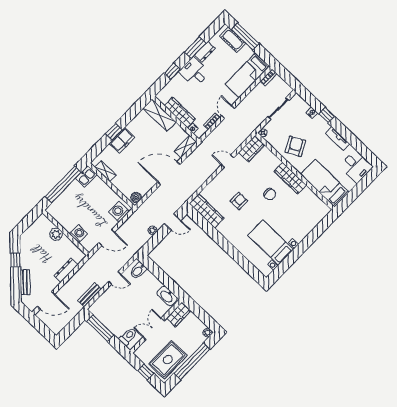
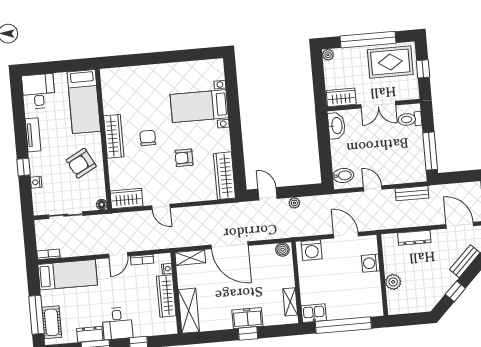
bed with nightstands: (271, 242) -> (199, 106), moved, turned 90

